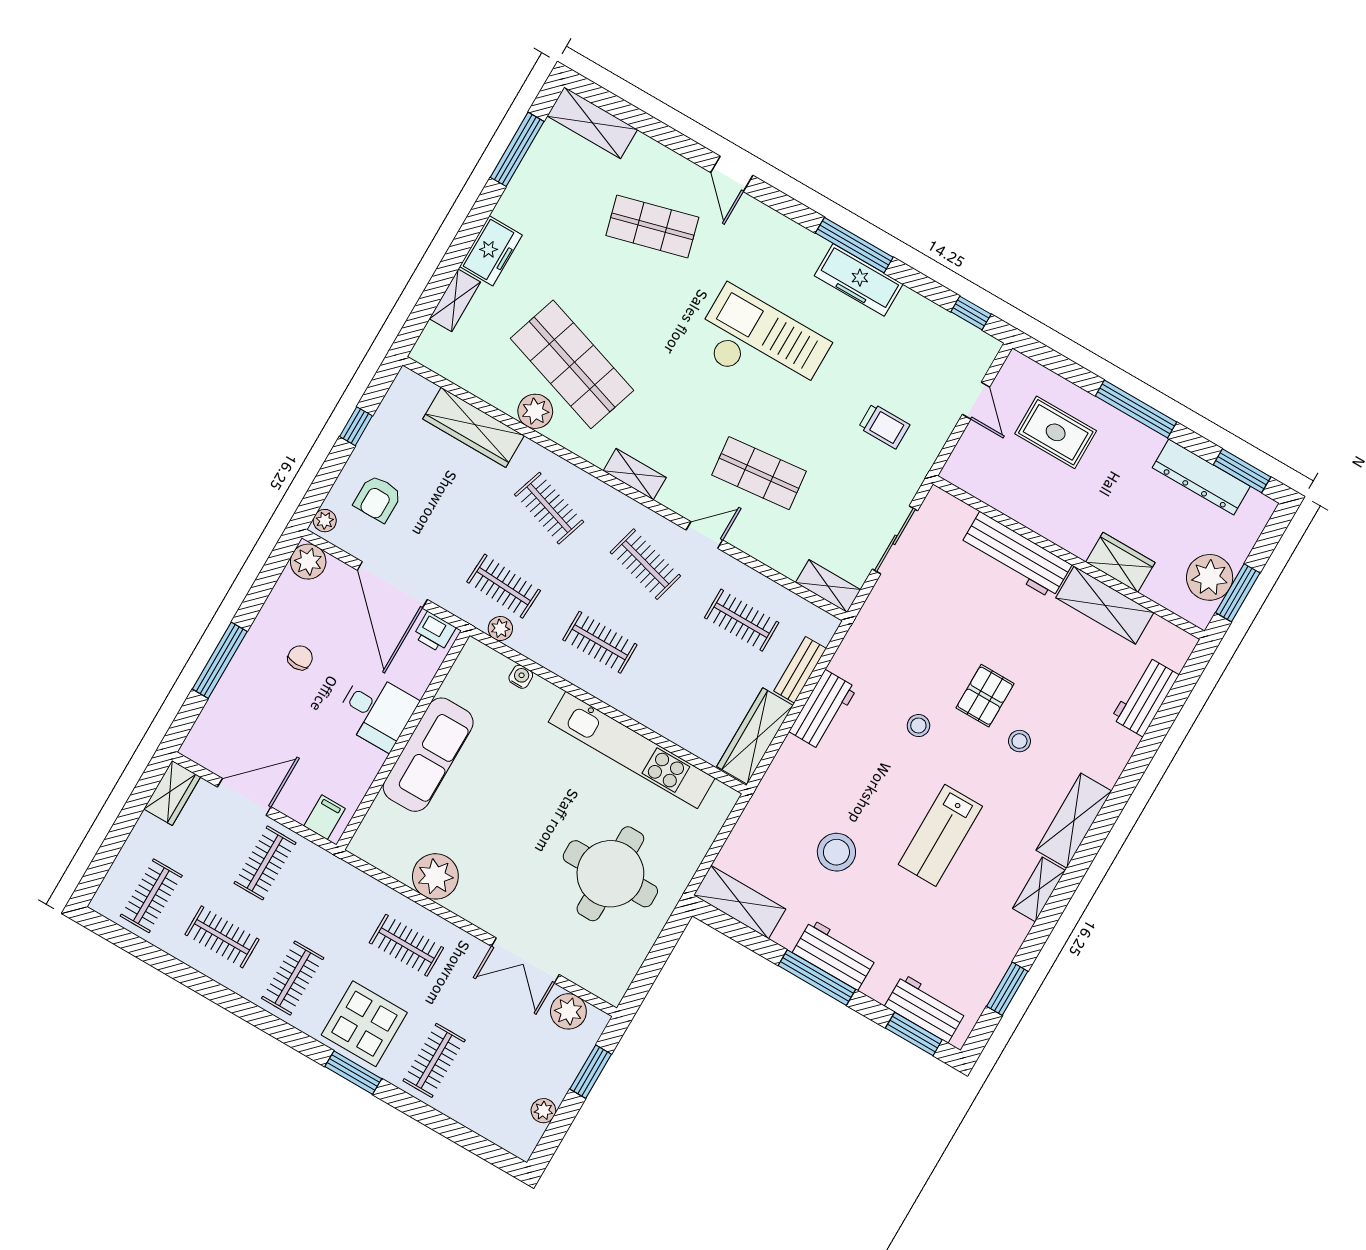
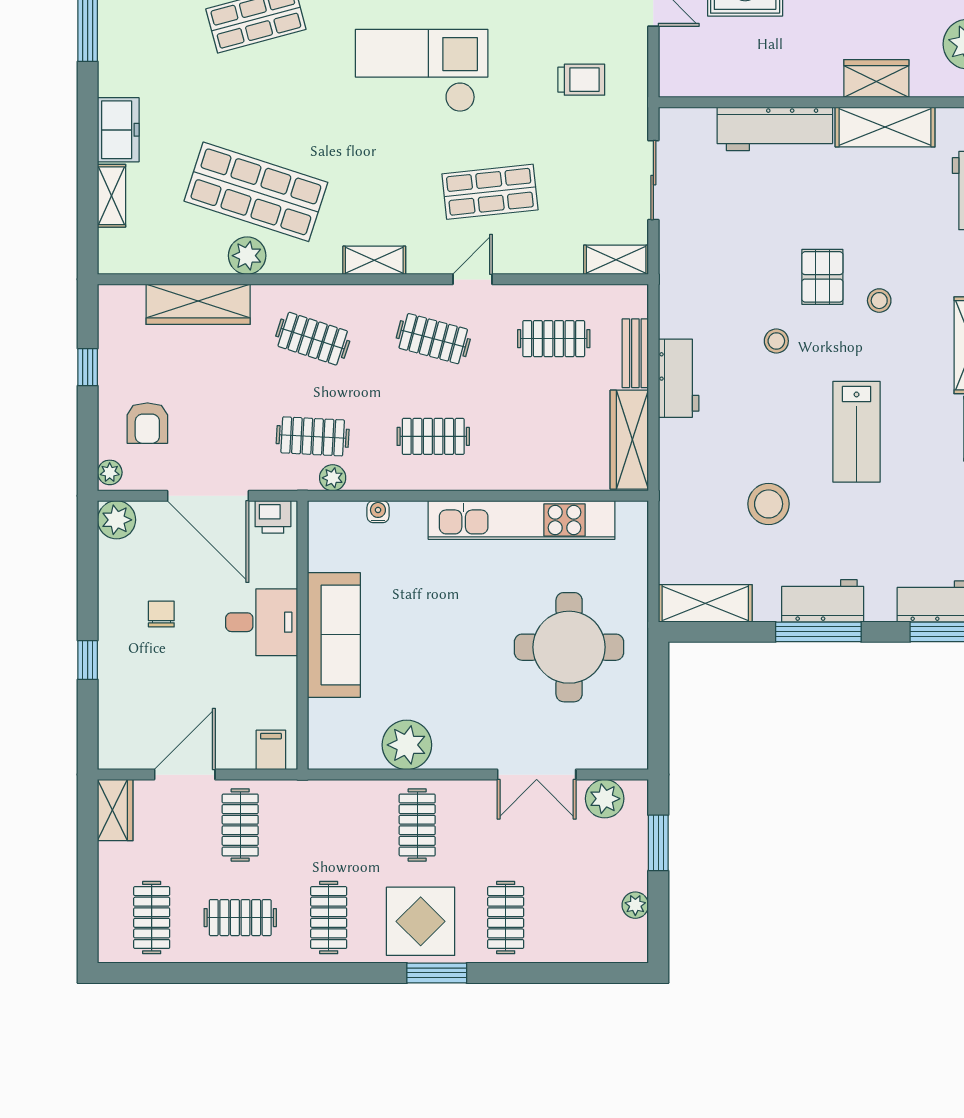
window: (220, 660) -> (88, 660), width x0.46
clothes rail: (406, 945) -> (417, 825), turned 90

